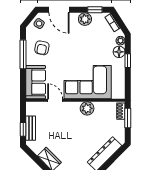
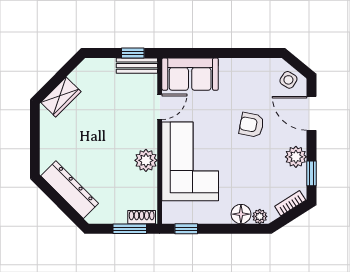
door: (59, 10) -> (311, 113), hinge flipped
armchair: (42, 48) -> (251, 125), moved
window: (23, 54) -> (237, 53), removed
window: (128, 61) -> (186, 229), moved
bench: (31, 128) -> (137, 66), moved
window: (23, 129) -> (133, 53), moved

